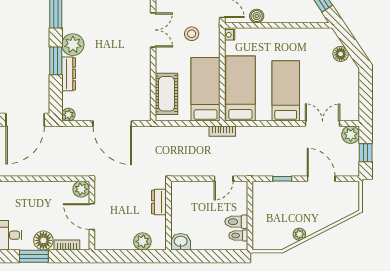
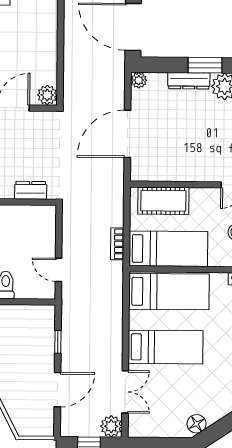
floor lamp: (341, 54) -> (197, 424), moved
bookcase: (222, 131) -> (117, 244), moved

